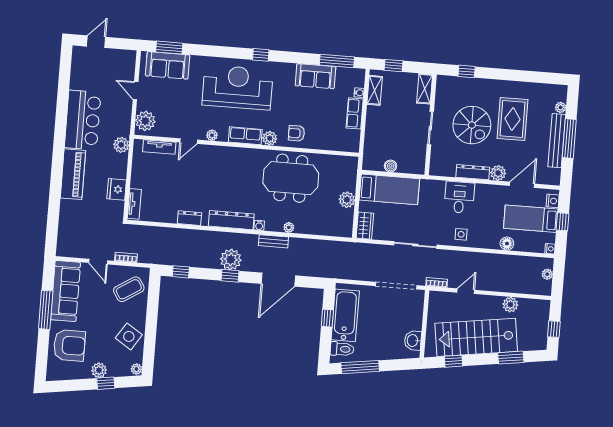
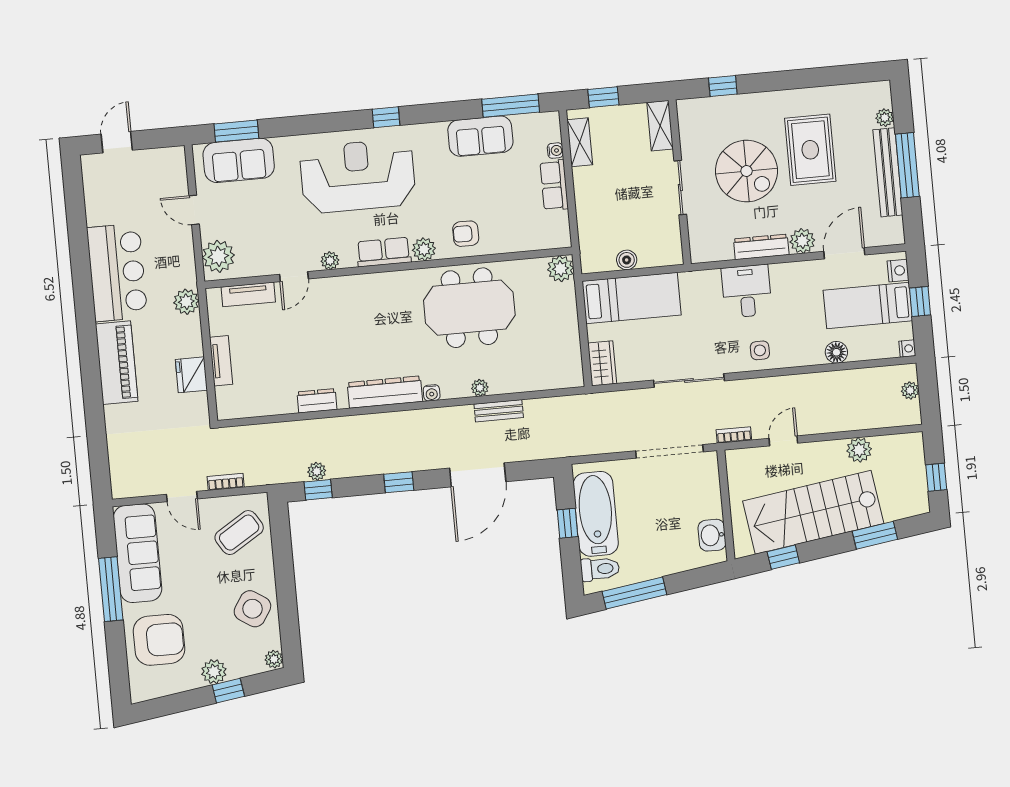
plant: (347, 200) -> (561, 269), moved
tv unit: (134, 204) -> (221, 361), moved
bench: (273, 241) -> (499, 411), moved
plant: (231, 259) -> (317, 471), moved, width x0.53, depth x0.53

